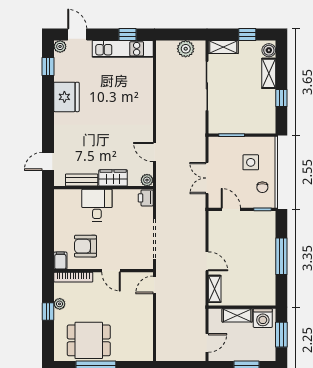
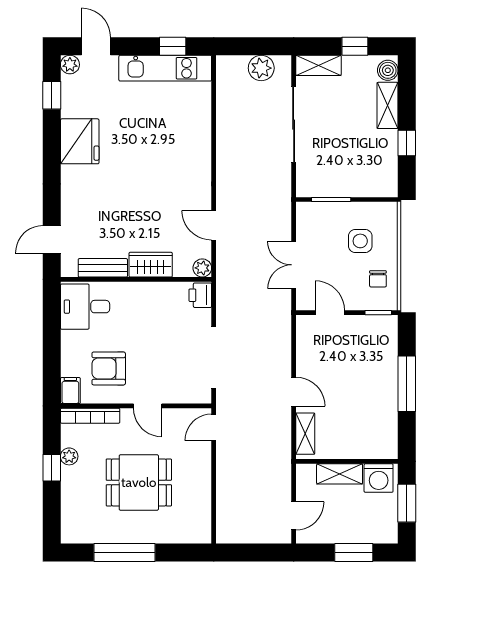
desk: (97, 205) -> (85, 307), moved, turned -90
dining table: (89, 340) -> (139, 482), moved

